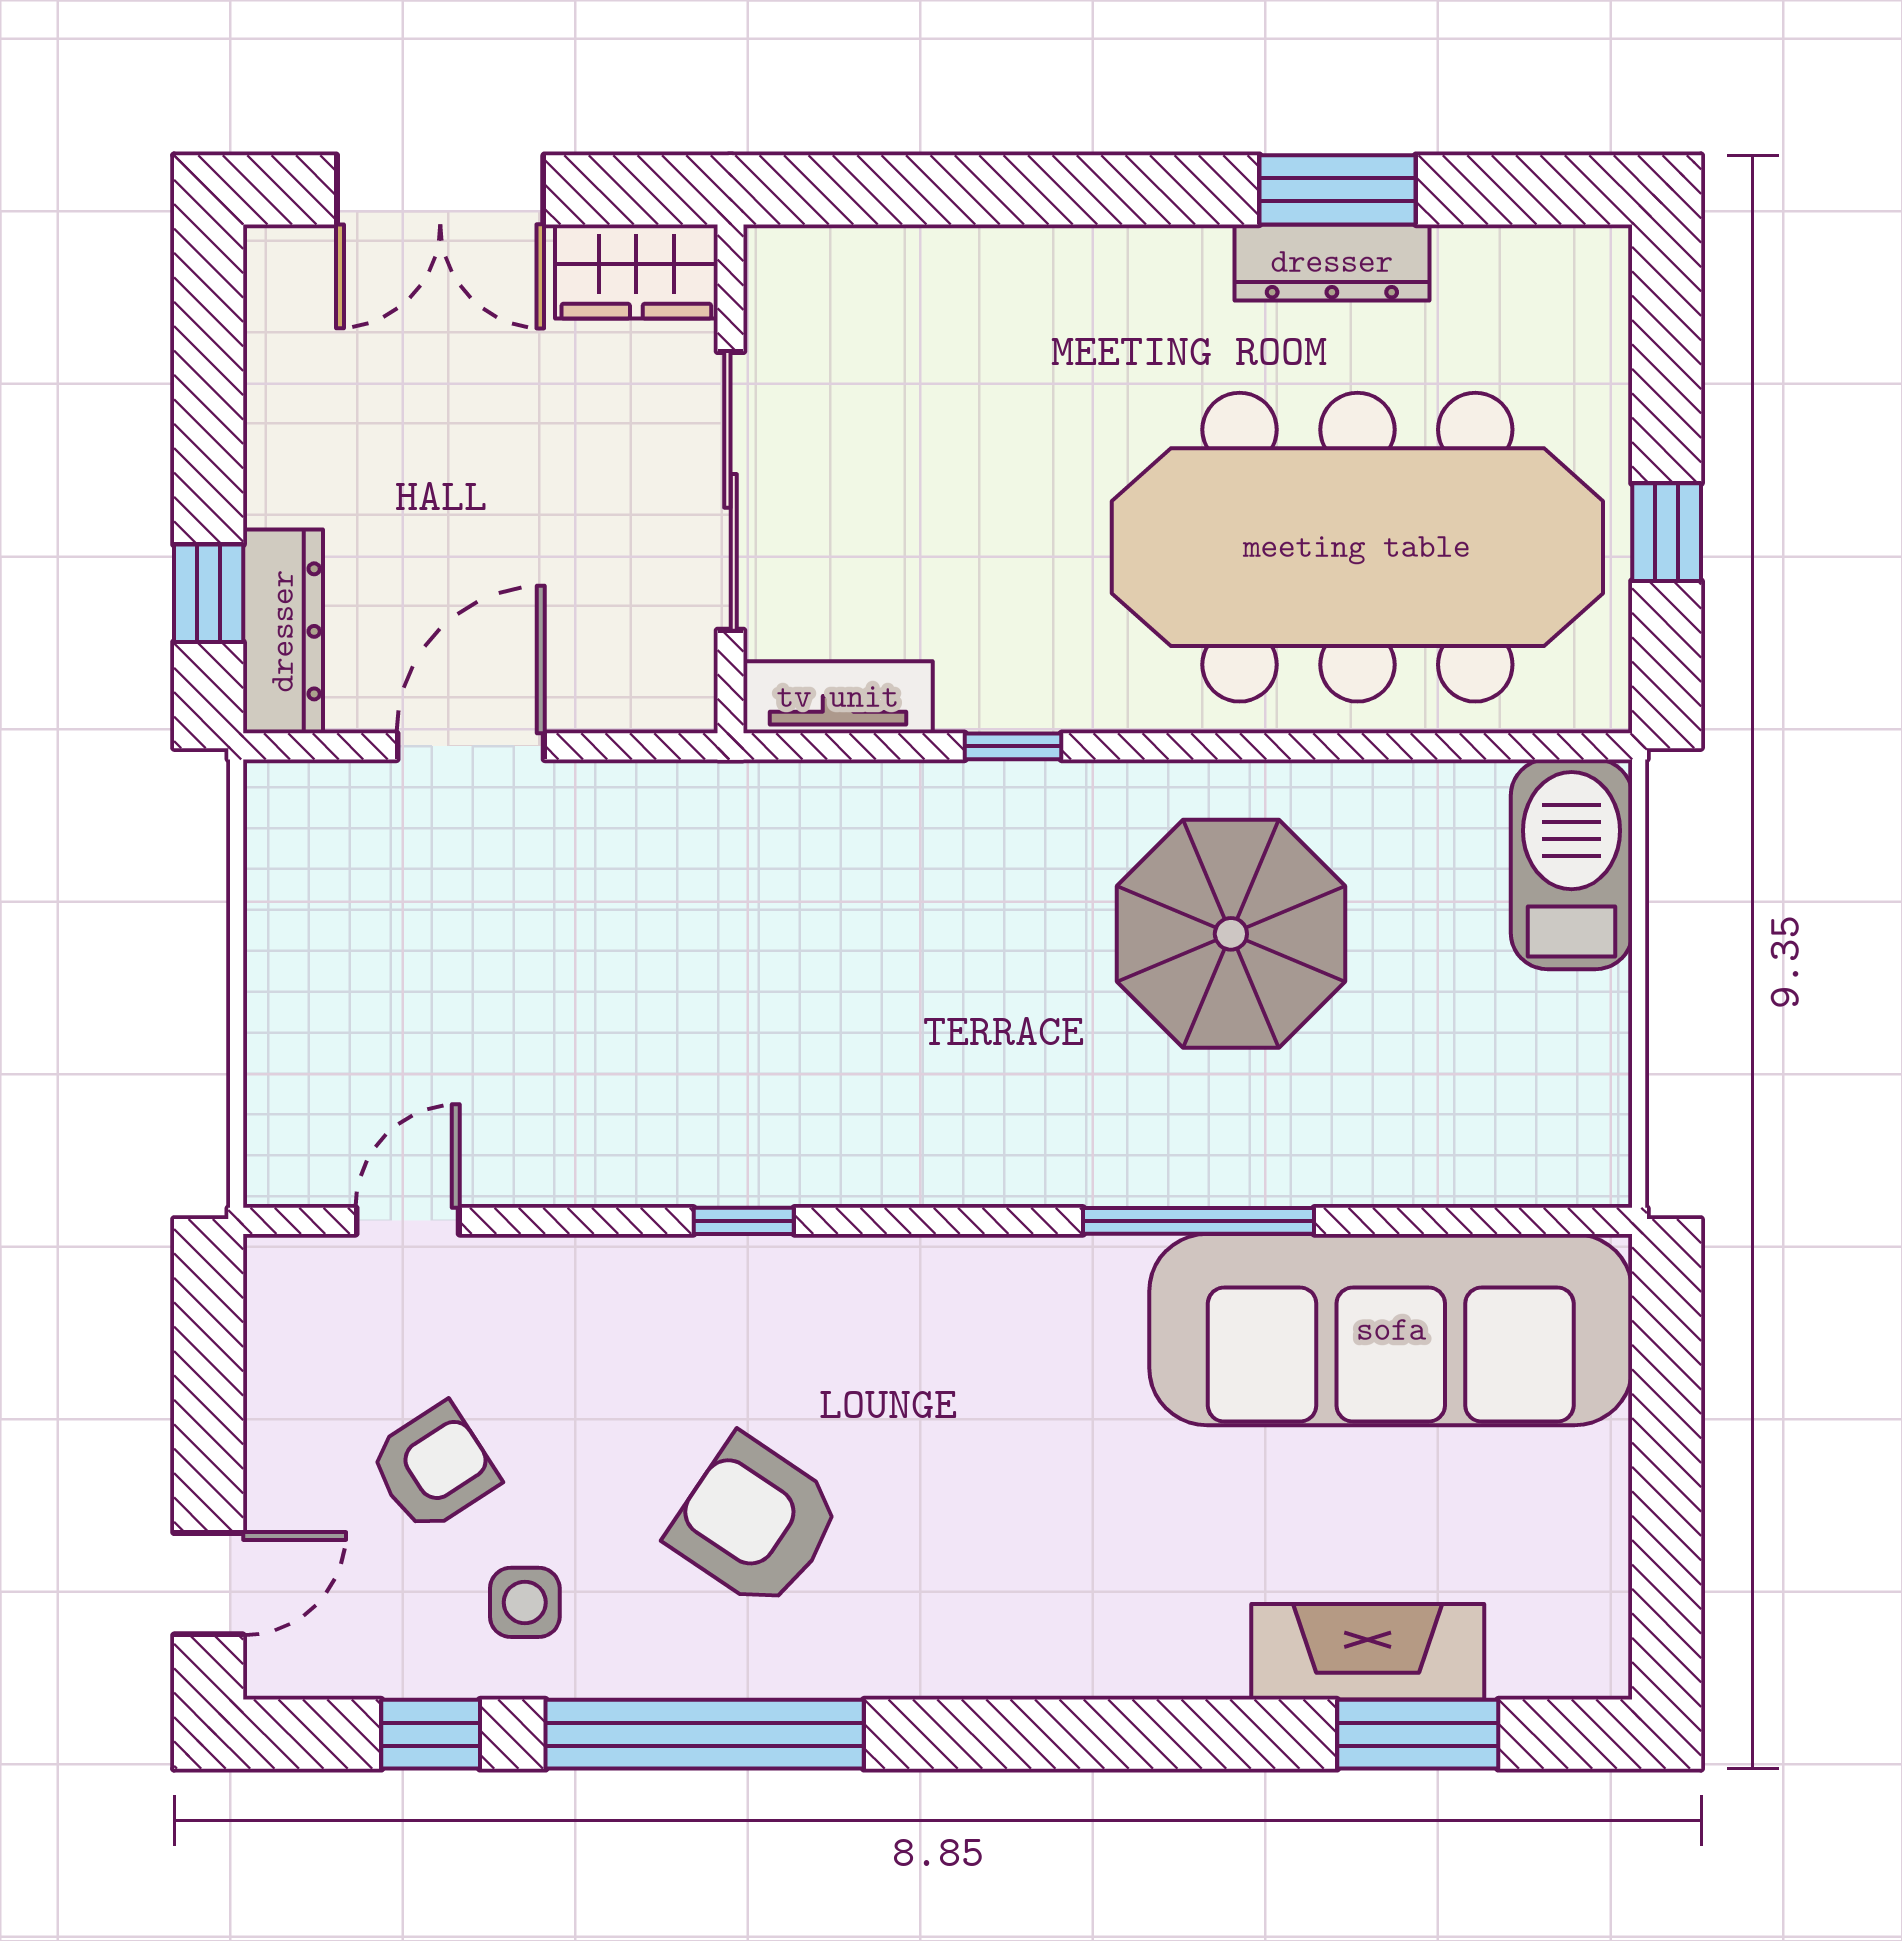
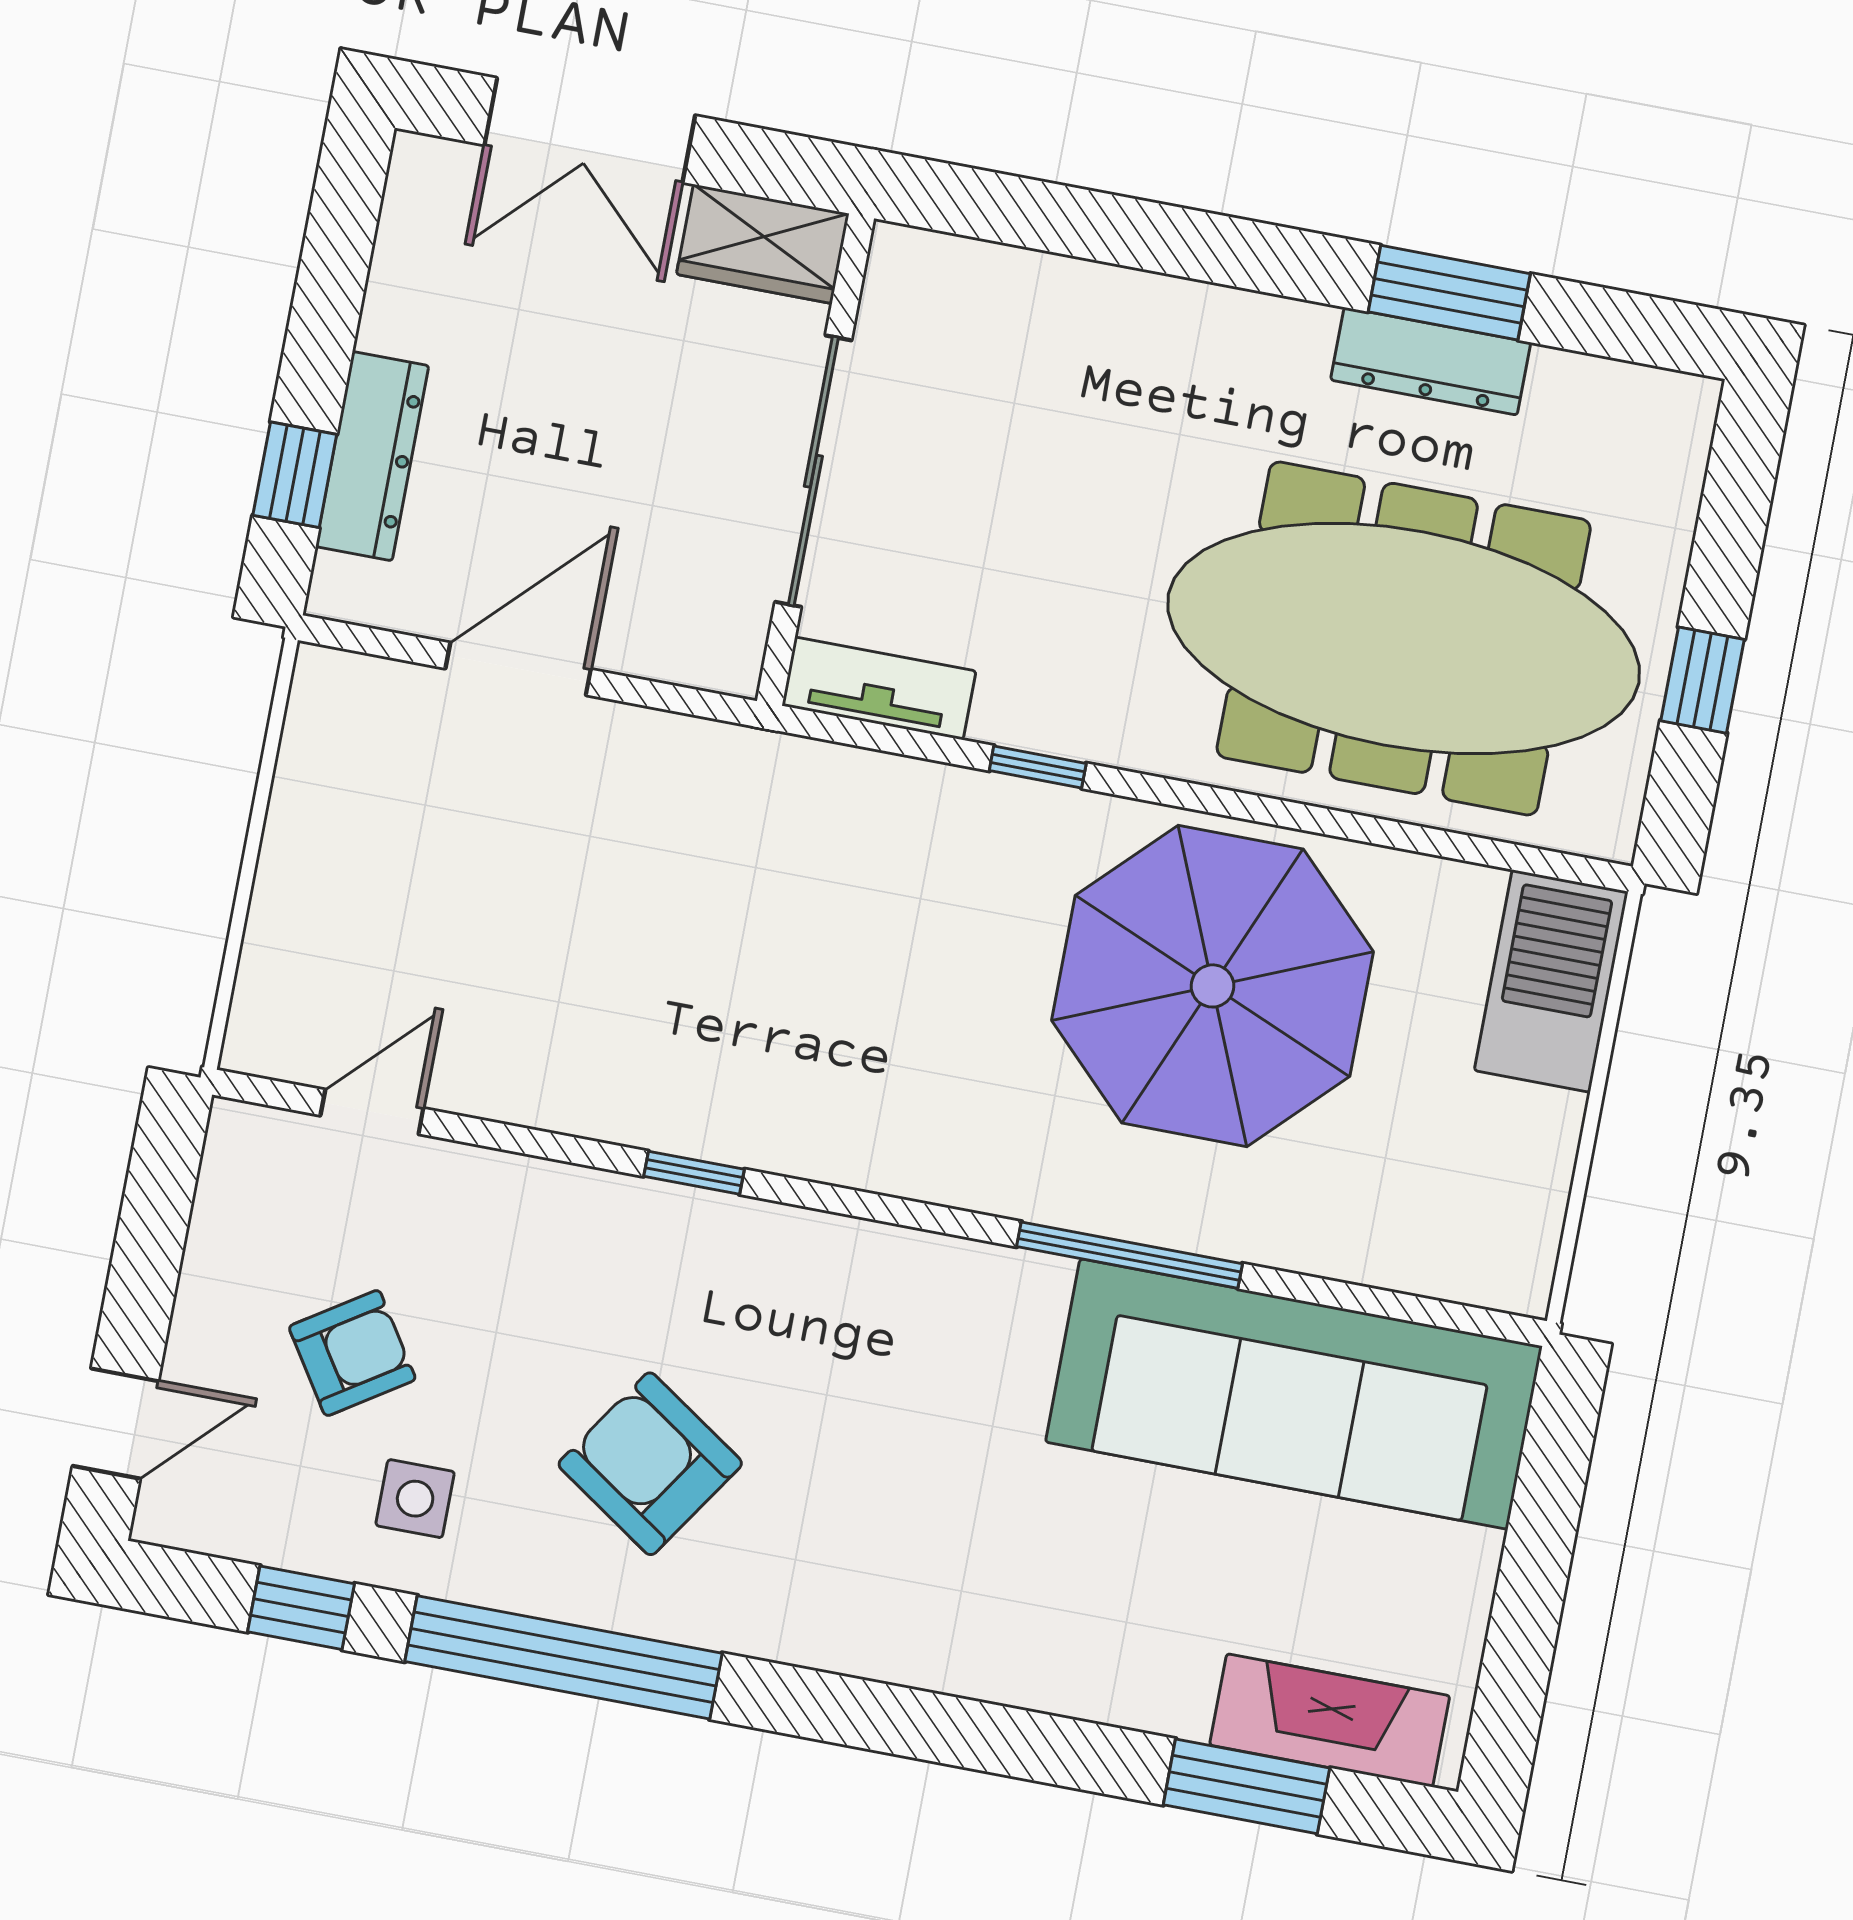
dresser: (283, 631) -> (372, 456), moved
parasol: (1231, 934) -> (1212, 986), width x1.36, depth x1.36
fireplace: (1368, 1652) -> (1330, 1720), moved

